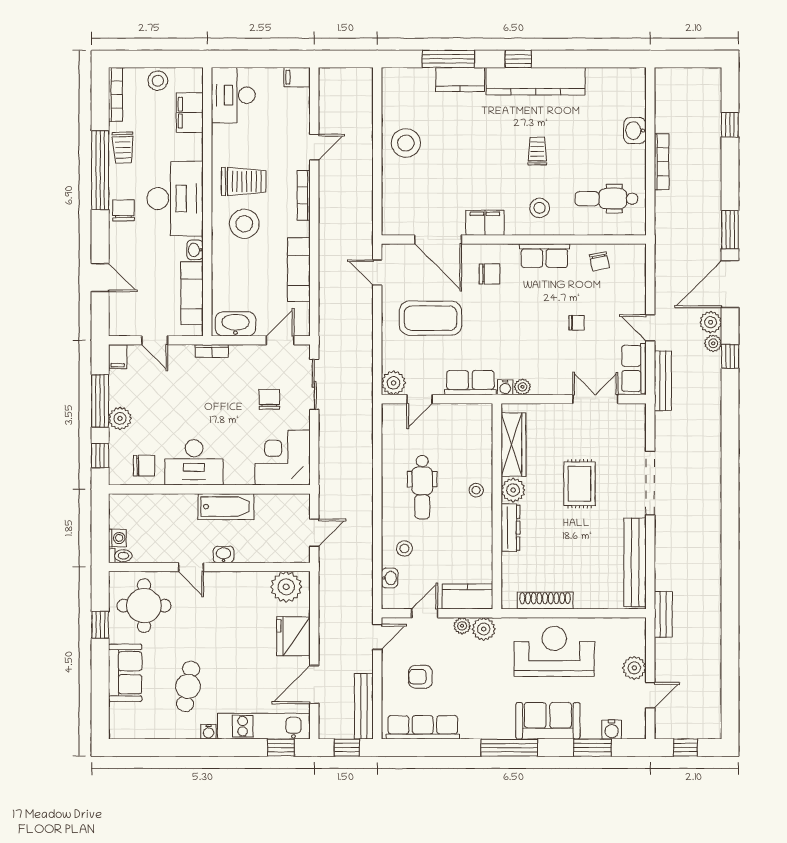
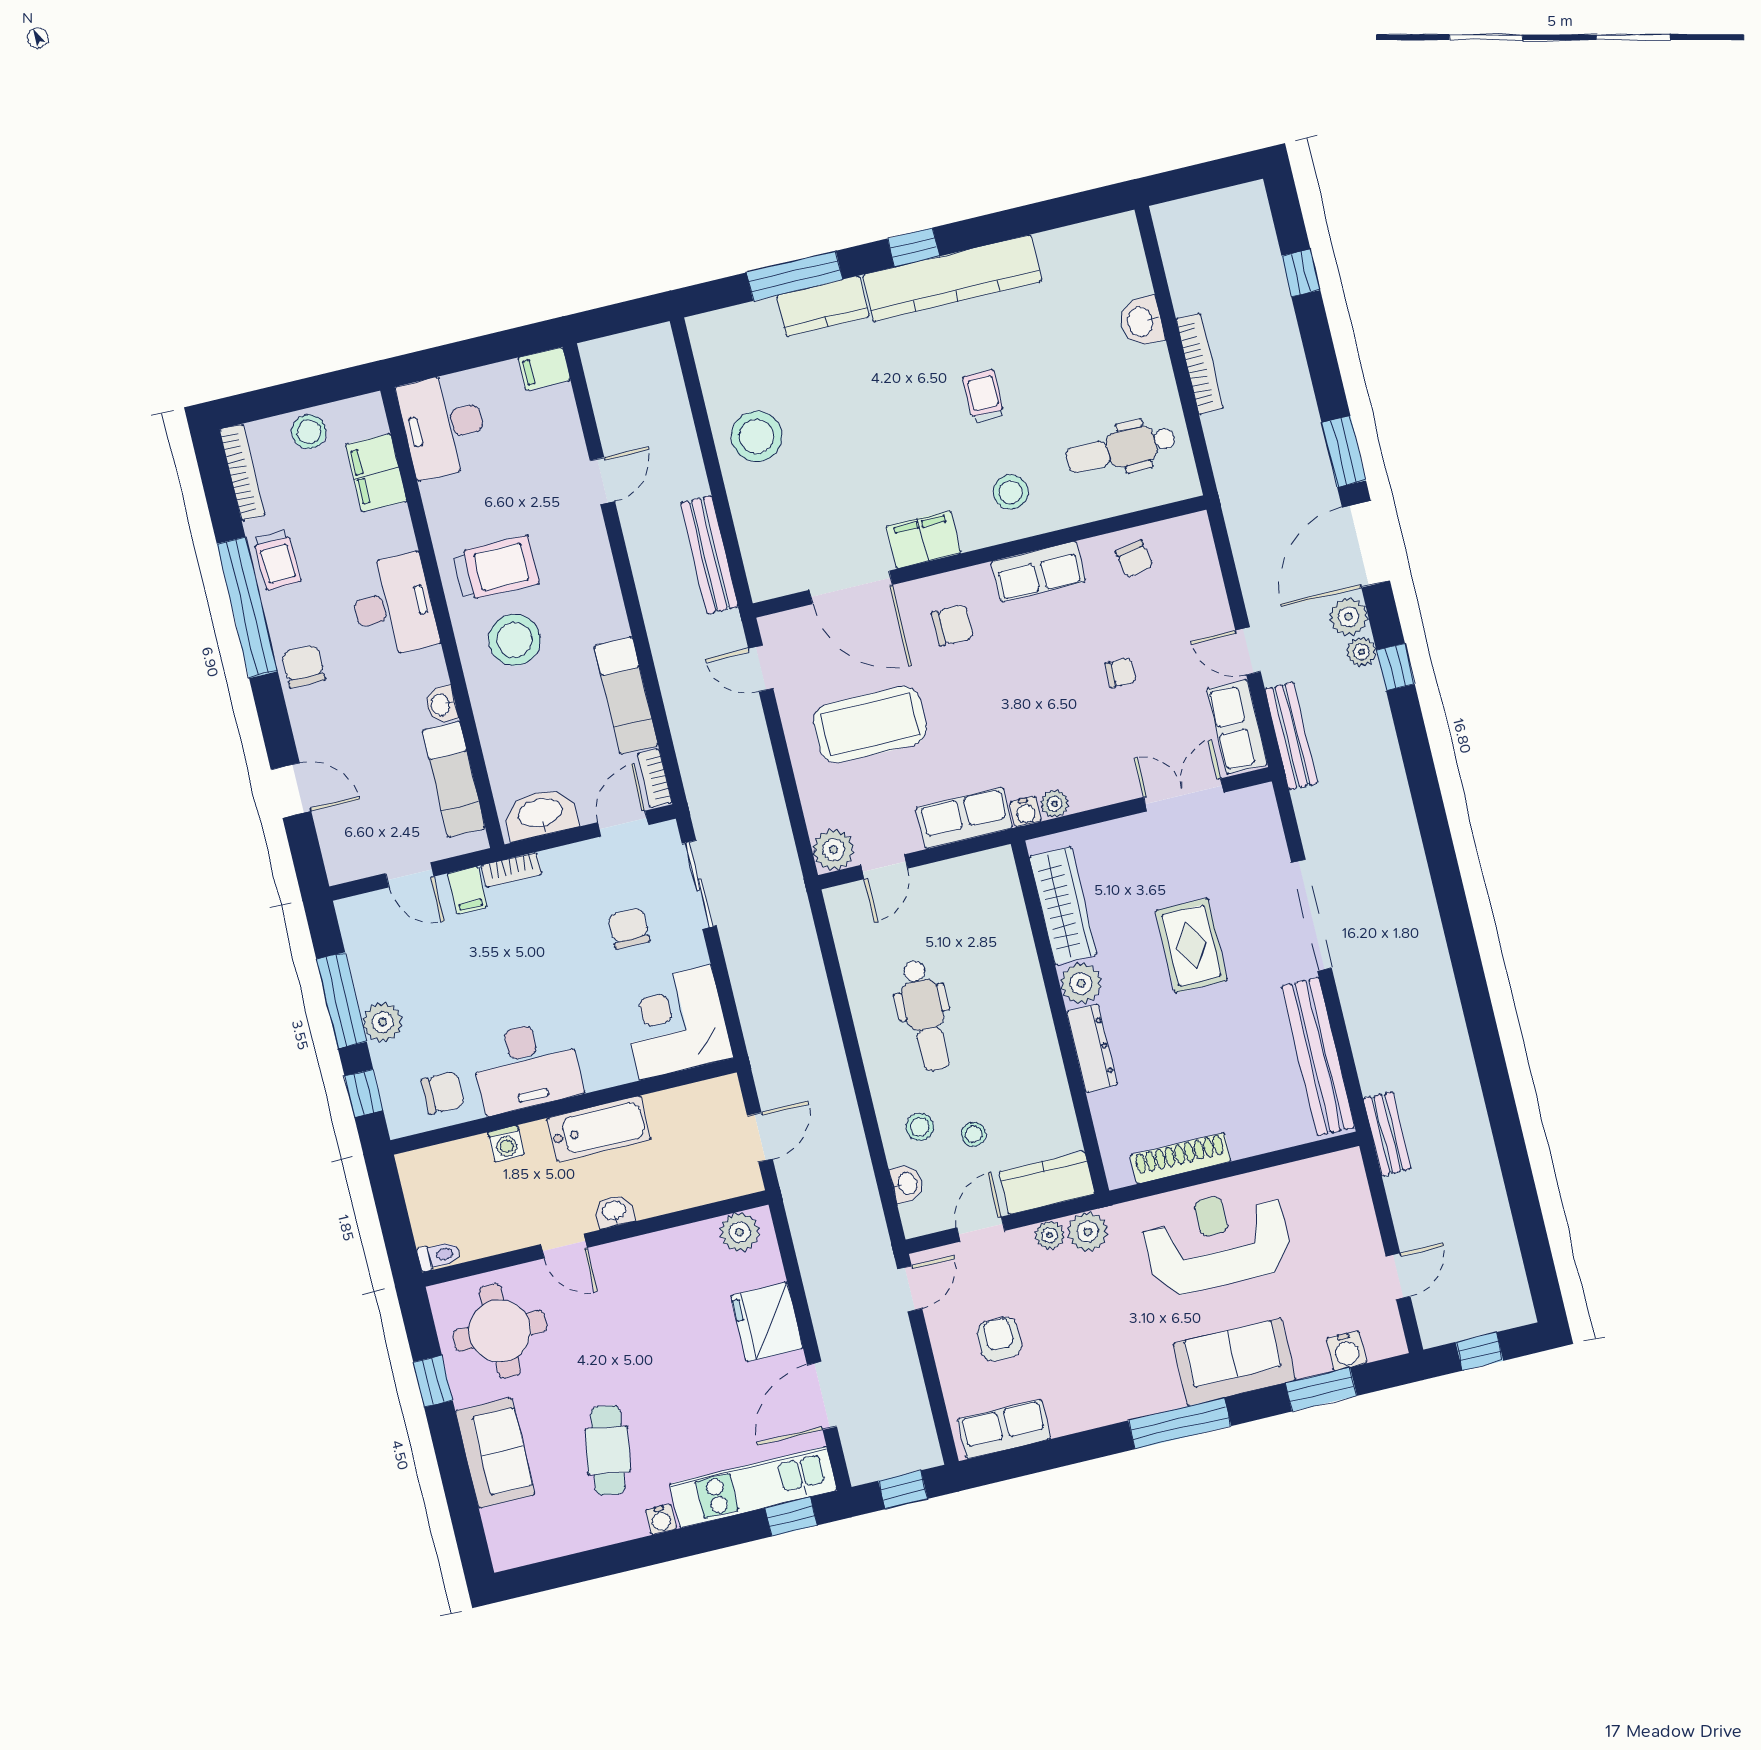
bookcase: (304, 195) -> (655, 778), moved, width x0.64
desk: (175, 199) -> (393, 606), width x0.73, depth x0.77
filing cabinet: (118, 357) -> (467, 890), moved
stool: (476, 490) -> (974, 1134), moved
washing machine: (117, 538) -> (506, 1143), moved, turned 90
plant: (286, 587) -> (740, 1232), width x0.73, depth x0.73
plant: (634, 668) -> (1360, 1236), removed
armchair: (420, 677) -> (999, 1339), turned 90
bench: (364, 706) -> (709, 555), moved
row of seats: (423, 727) -> (1004, 1429), width x0.68

